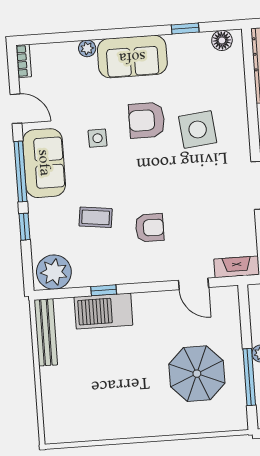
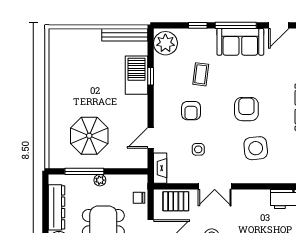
armchair: (147, 120) -> (246, 109), moved
side table: (98, 138) -> (198, 149), moved

